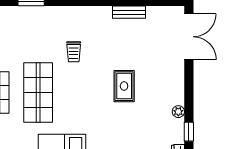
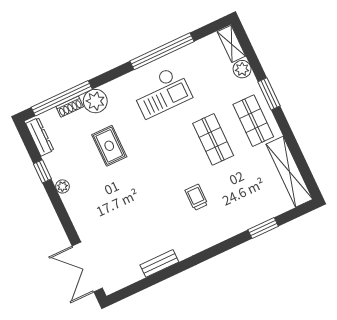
rug: (124, 86) -> (109, 146), moved
shop shelf: (38, 92) -> (213, 139), width x0.70, depth x0.74

